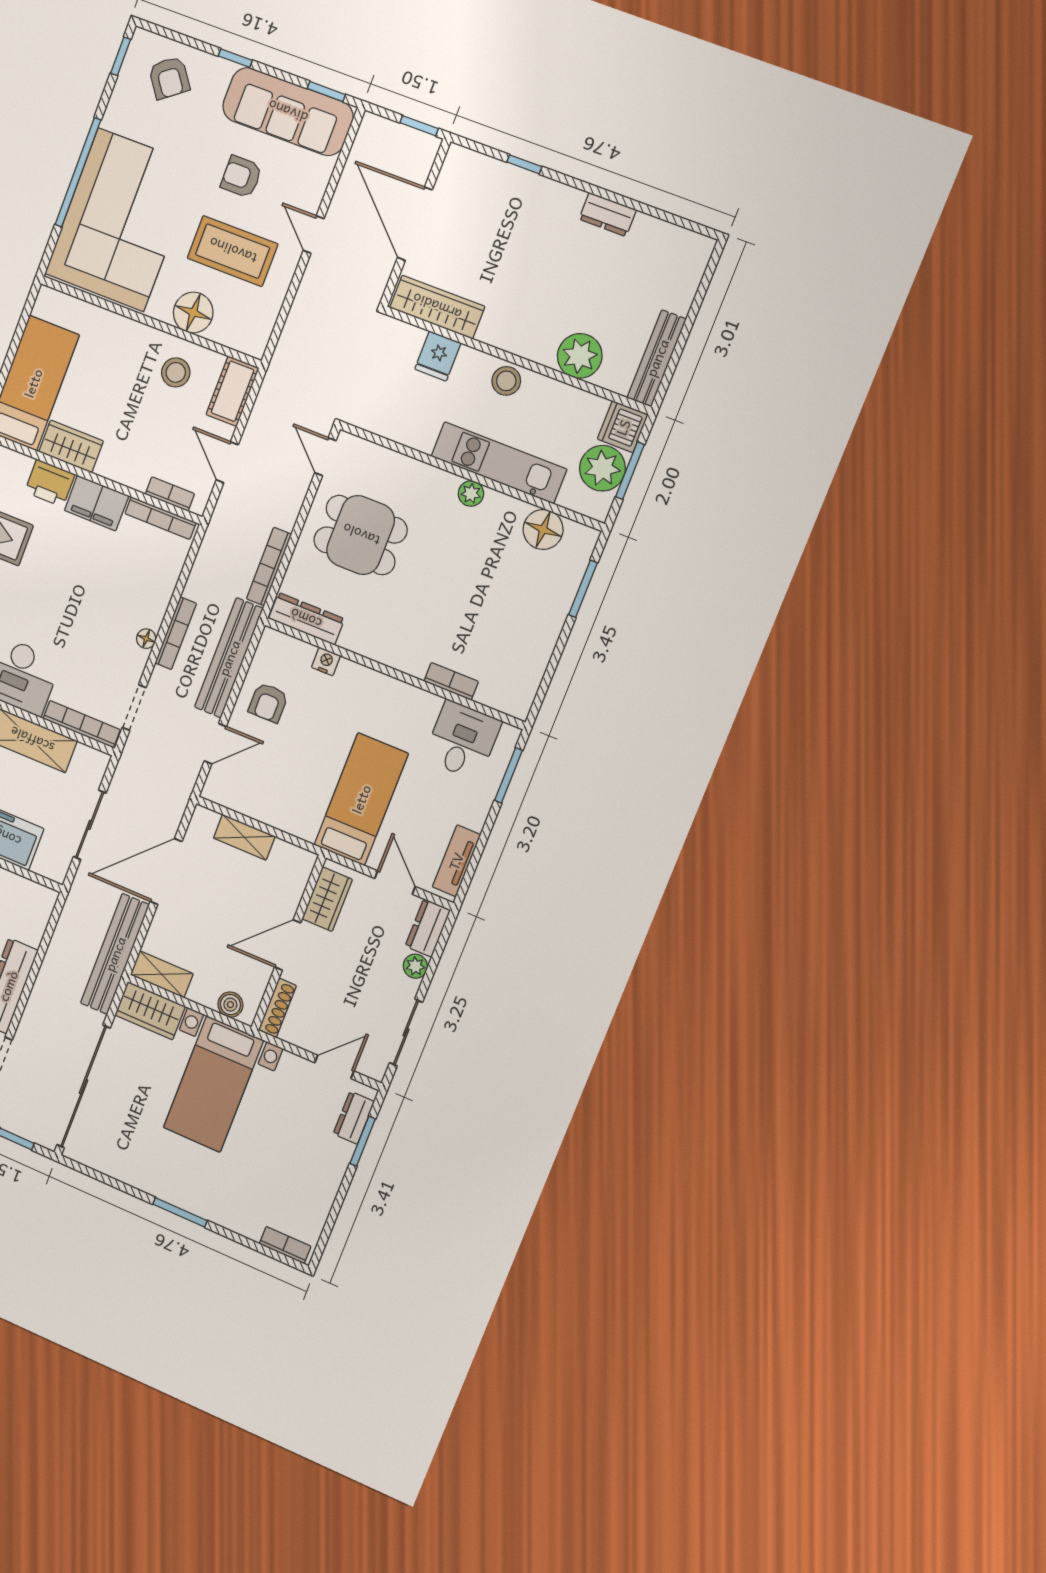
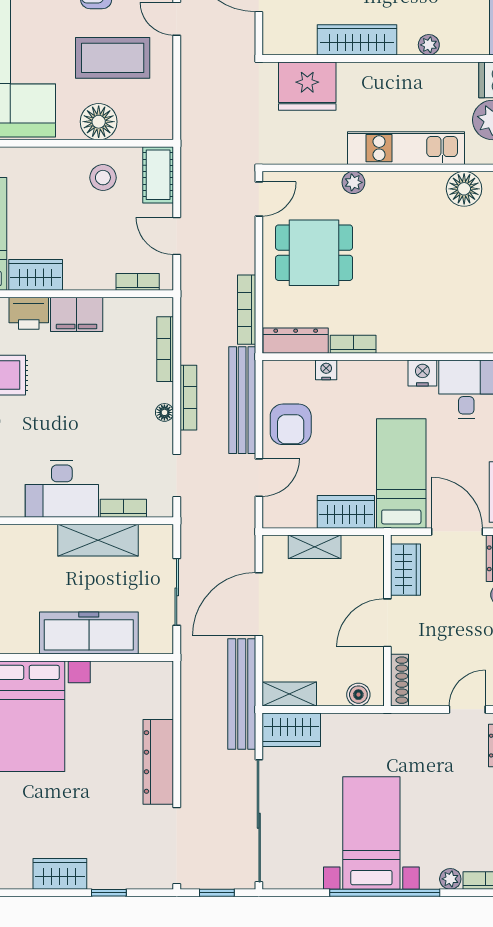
wardrobe: (437, 307) -> (357, 40), moved
fridge: (438, 356) -> (307, 86), width x1.88, depth x1.34
plant: (580, 356) -> (429, 45), width x0.53, depth x0.53
stool: (506, 381) -> (386, 79), removed
door: (325, 457) -> (259, 199), swing flipped
plant: (471, 494) -> (353, 182), moved
bookcase: (160, 518) -> (165, 349), moved, turned 90
bookcase: (451, 681) -> (353, 344), moved
armchair: (268, 703) -> (291, 424), width x1.38, depth x1.38
nightstand: (424, 705) -> (422, 373), added
bookcase: (82, 724) -> (123, 508), width x0.64
wardrobe: (290, 815) -> (346, 512), added
door: (395, 883) -> (457, 532), width x1.38
bed with nightstands: (213, 1084) -> (371, 833), moved, turned 180
window: (180, 1212) -> (385, 893), width x2.11
plant: (251, 1228) -> (450, 879), added

